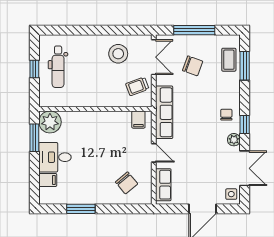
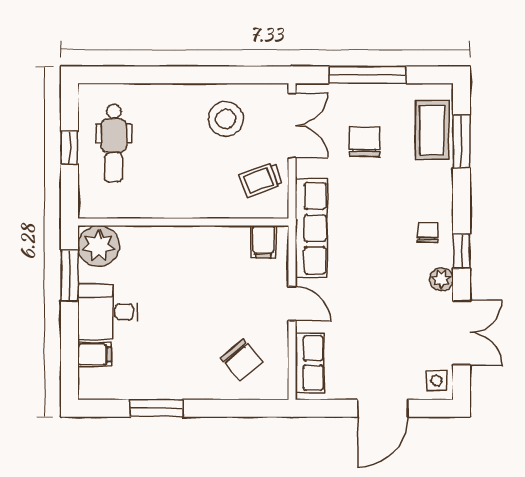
coffee table: (229, 60) -> (432, 130), width x1.36, depth x1.30
chair: (193, 66) -> (364, 142), turned -110

